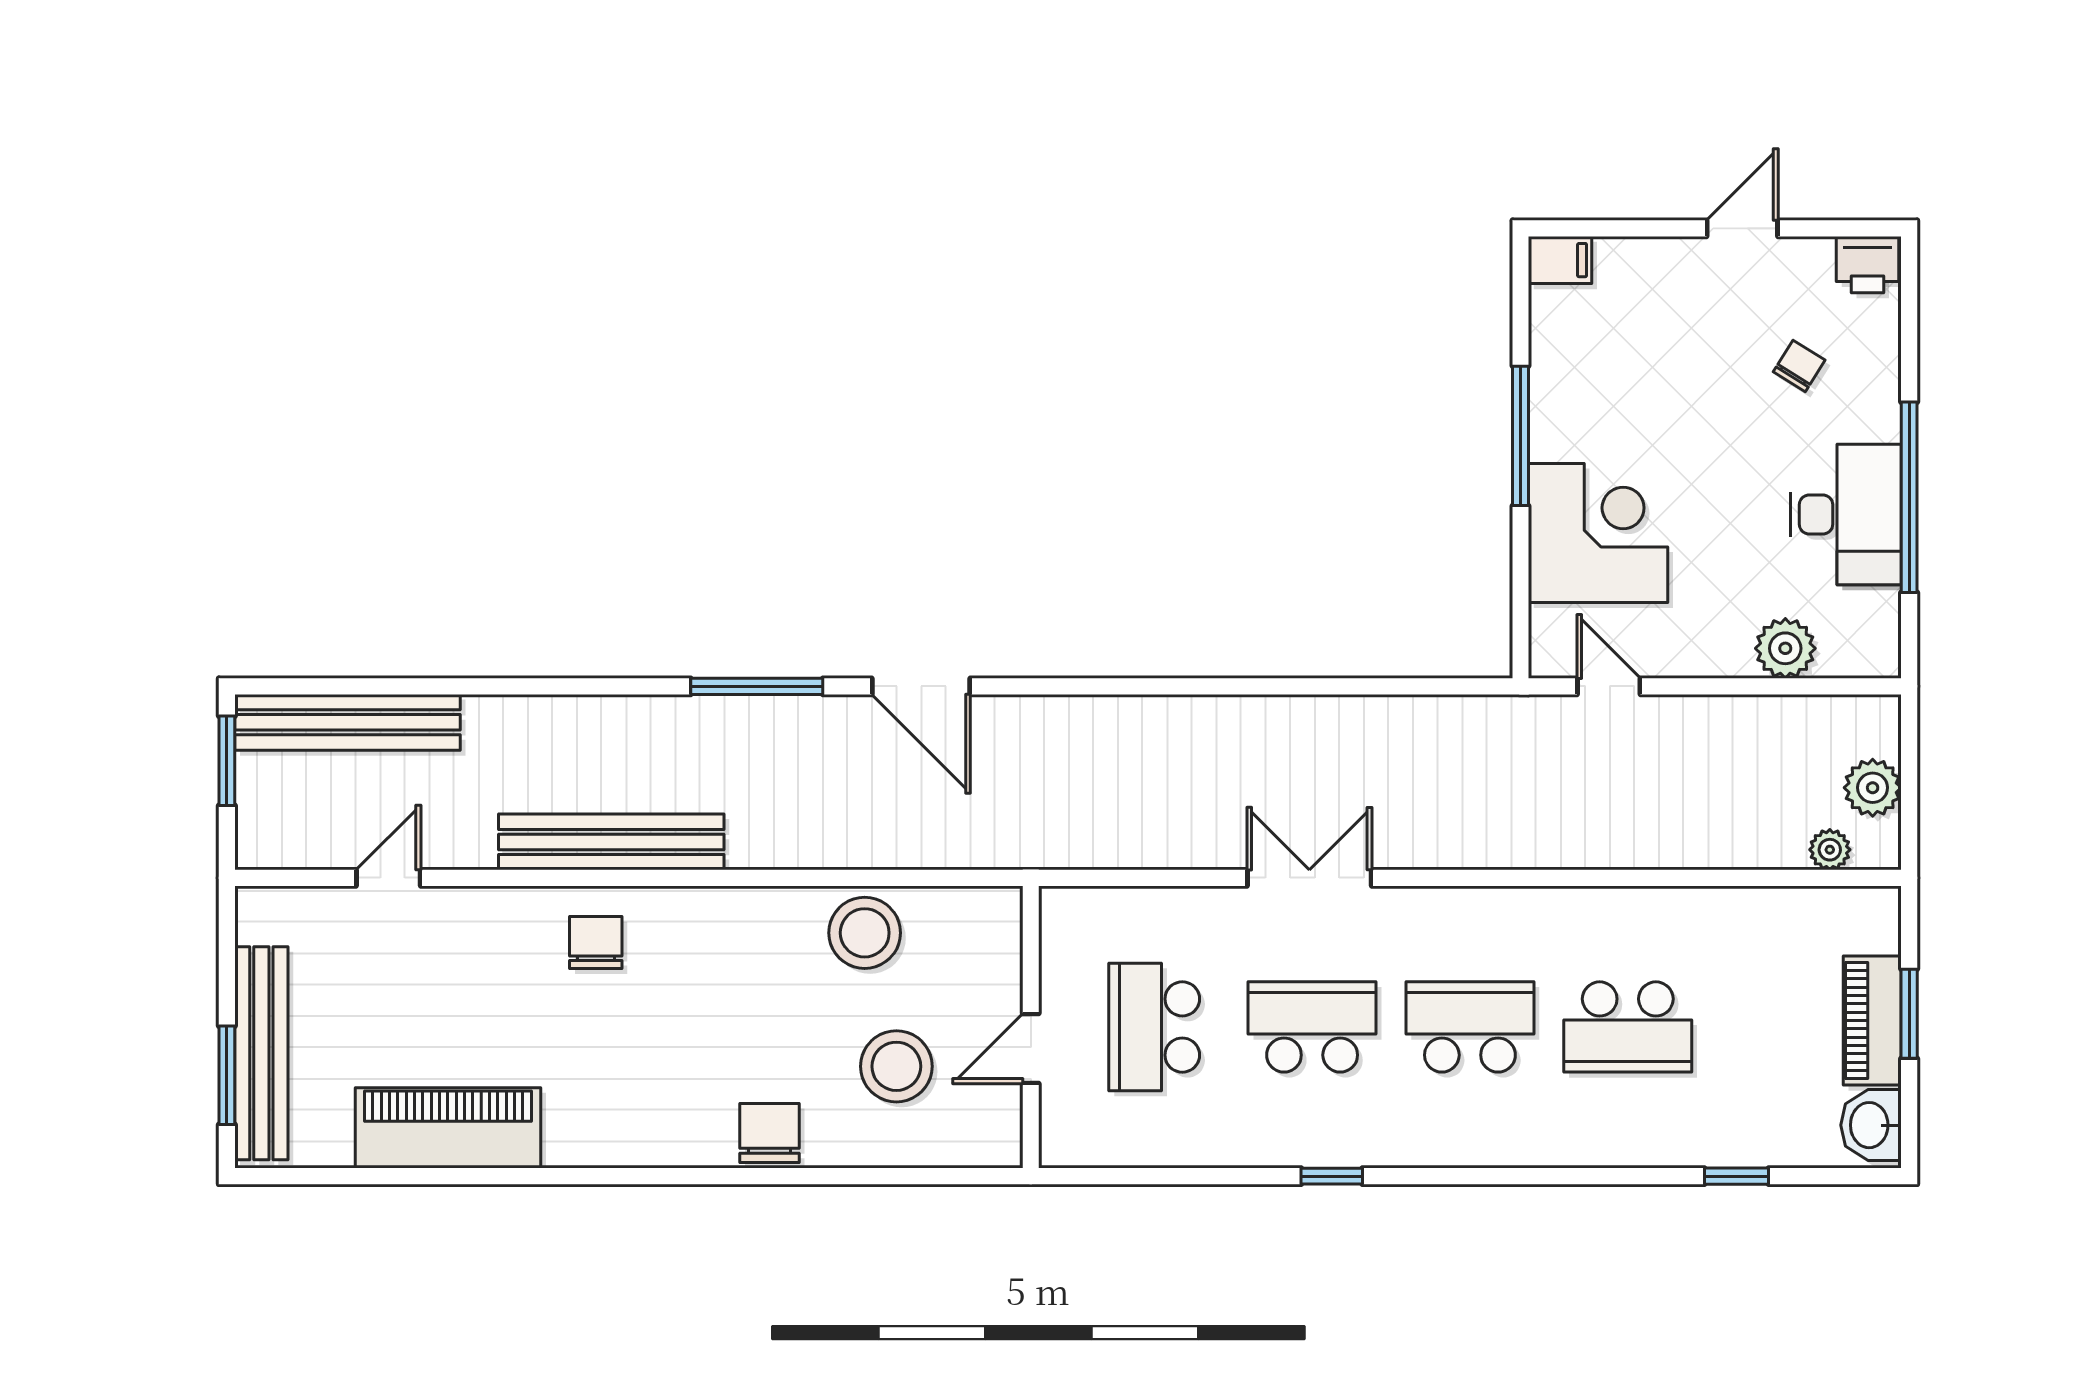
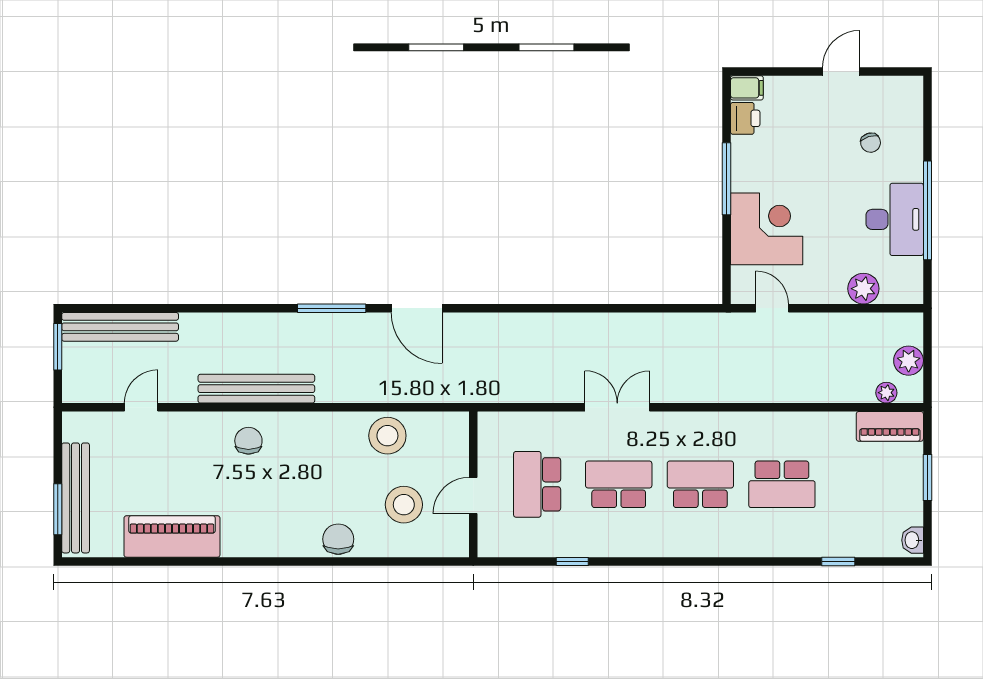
printer: (1868, 265) -> (745, 118), moved, turned -90
chair: (1799, 366) -> (871, 143), turned 131
piano: (1872, 1021) -> (890, 426), moved, turned -90
washbasin: (1871, 1125) -> (913, 540), width x0.72, depth x0.69
window: (1332, 1176) -> (572, 561), moved

